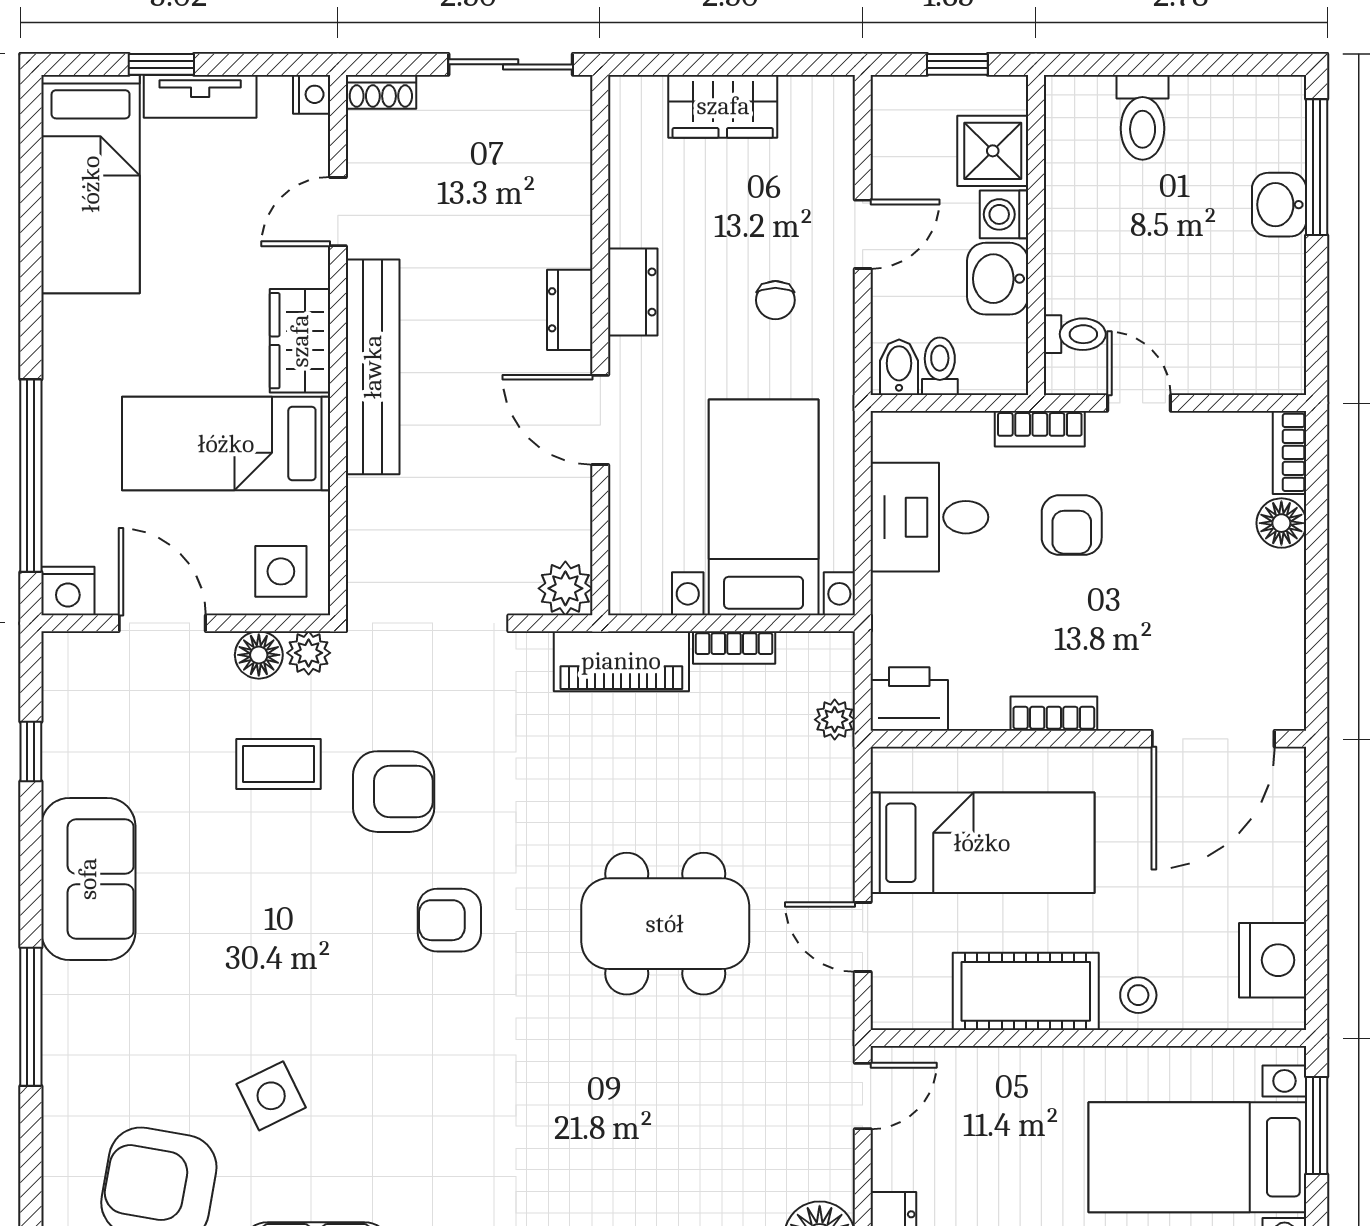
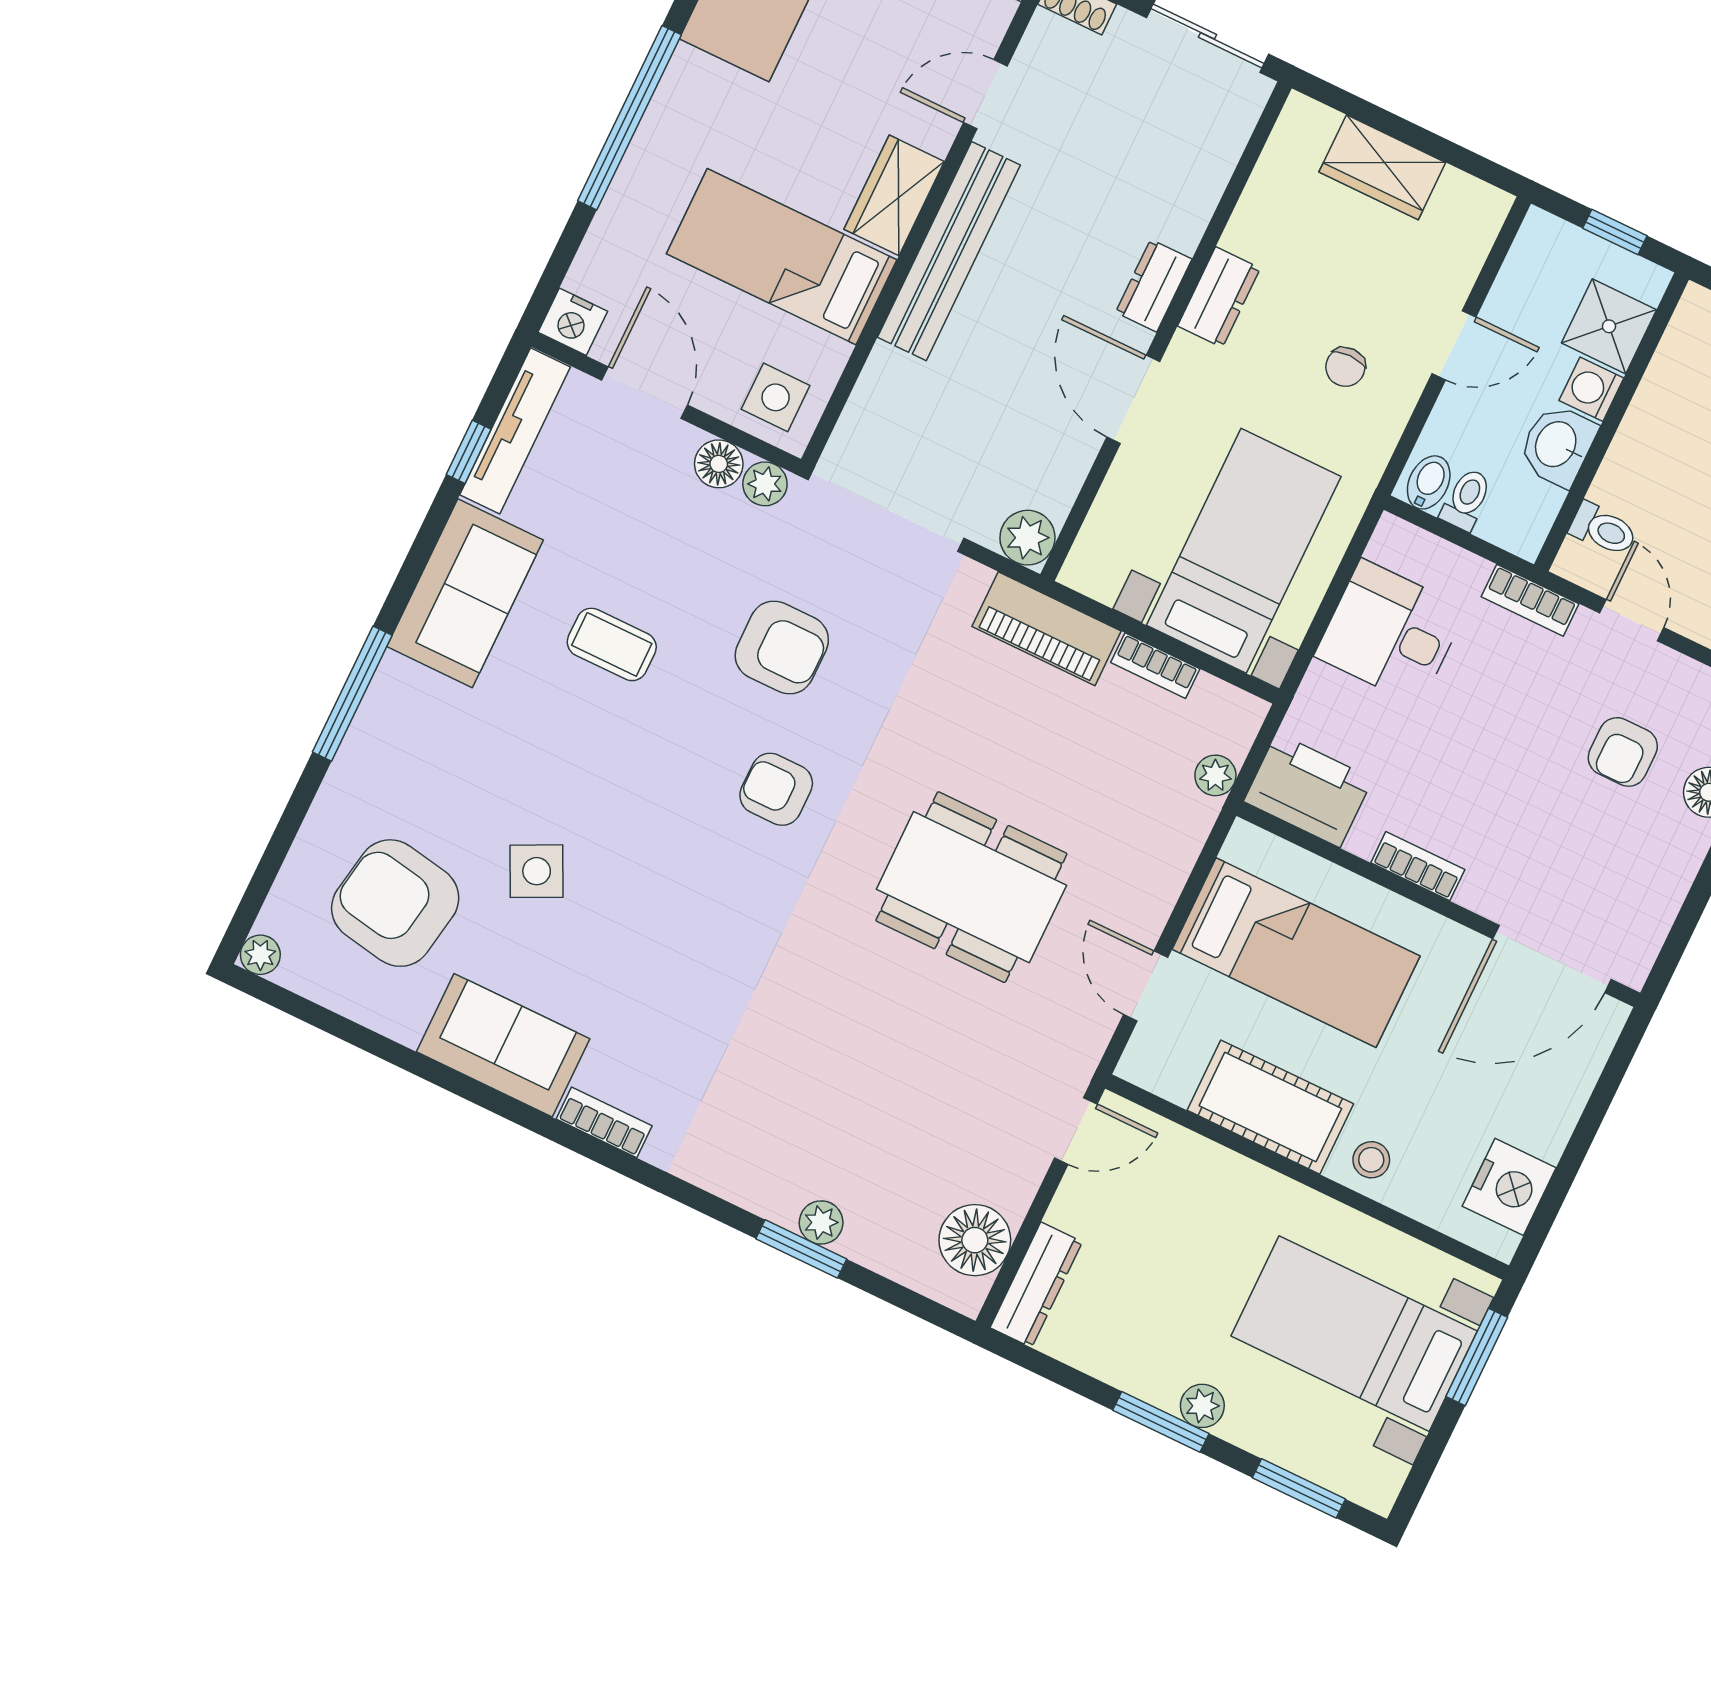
window: (31, 476) -> (629, 118), moved
armchair: (1072, 525) -> (1623, 752), moved
printer: (909, 699) -> (1308, 790), width x1.37, depth x1.19
tv unit: (63, 713) -> (515, 431), added
coffee table: (278, 764) -> (612, 644), moved

